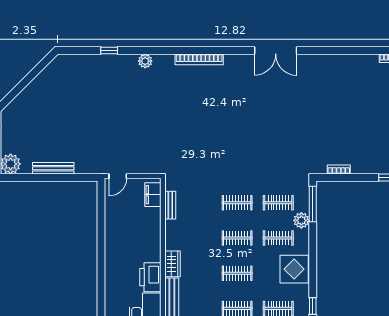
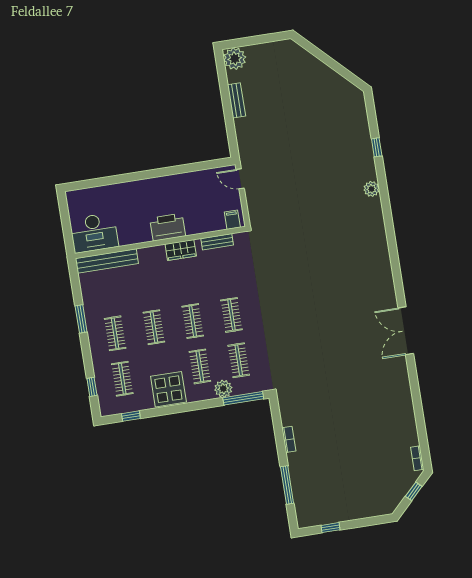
bookcase: (199, 59) -> (383, 248), removed
bench: (53, 168) -> (236, 100), width x0.73
bookcase: (339, 169) -> (289, 439), moved
filing cabinet: (153, 195) -> (232, 220), width x0.50
wardrobe: (173, 264) -> (181, 250), moved
printer: (150, 277) -> (168, 227), moved

